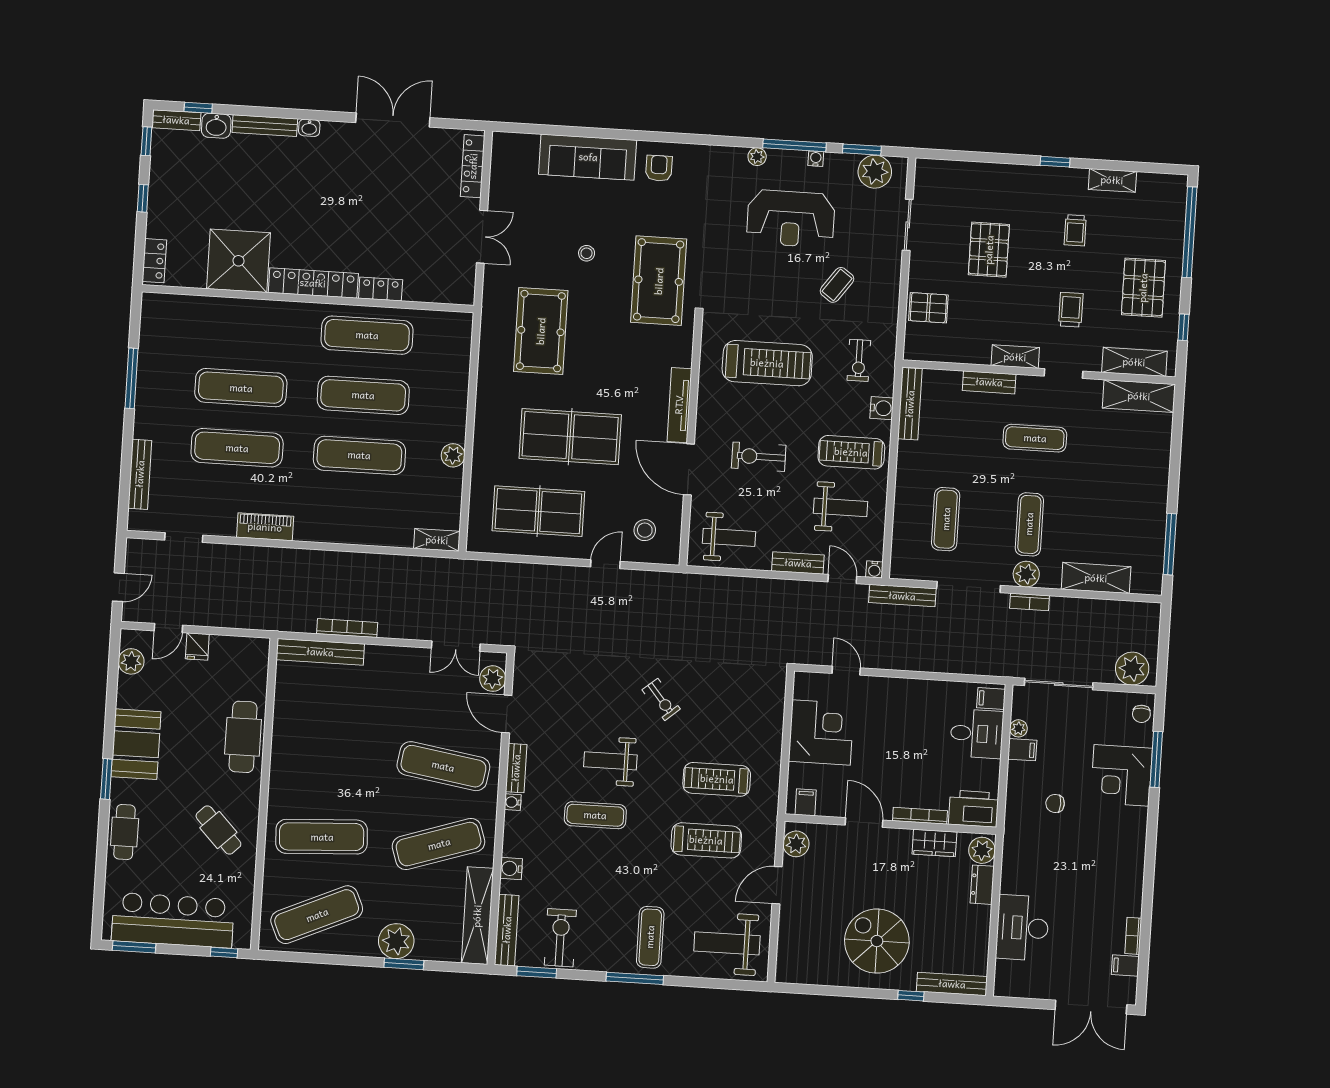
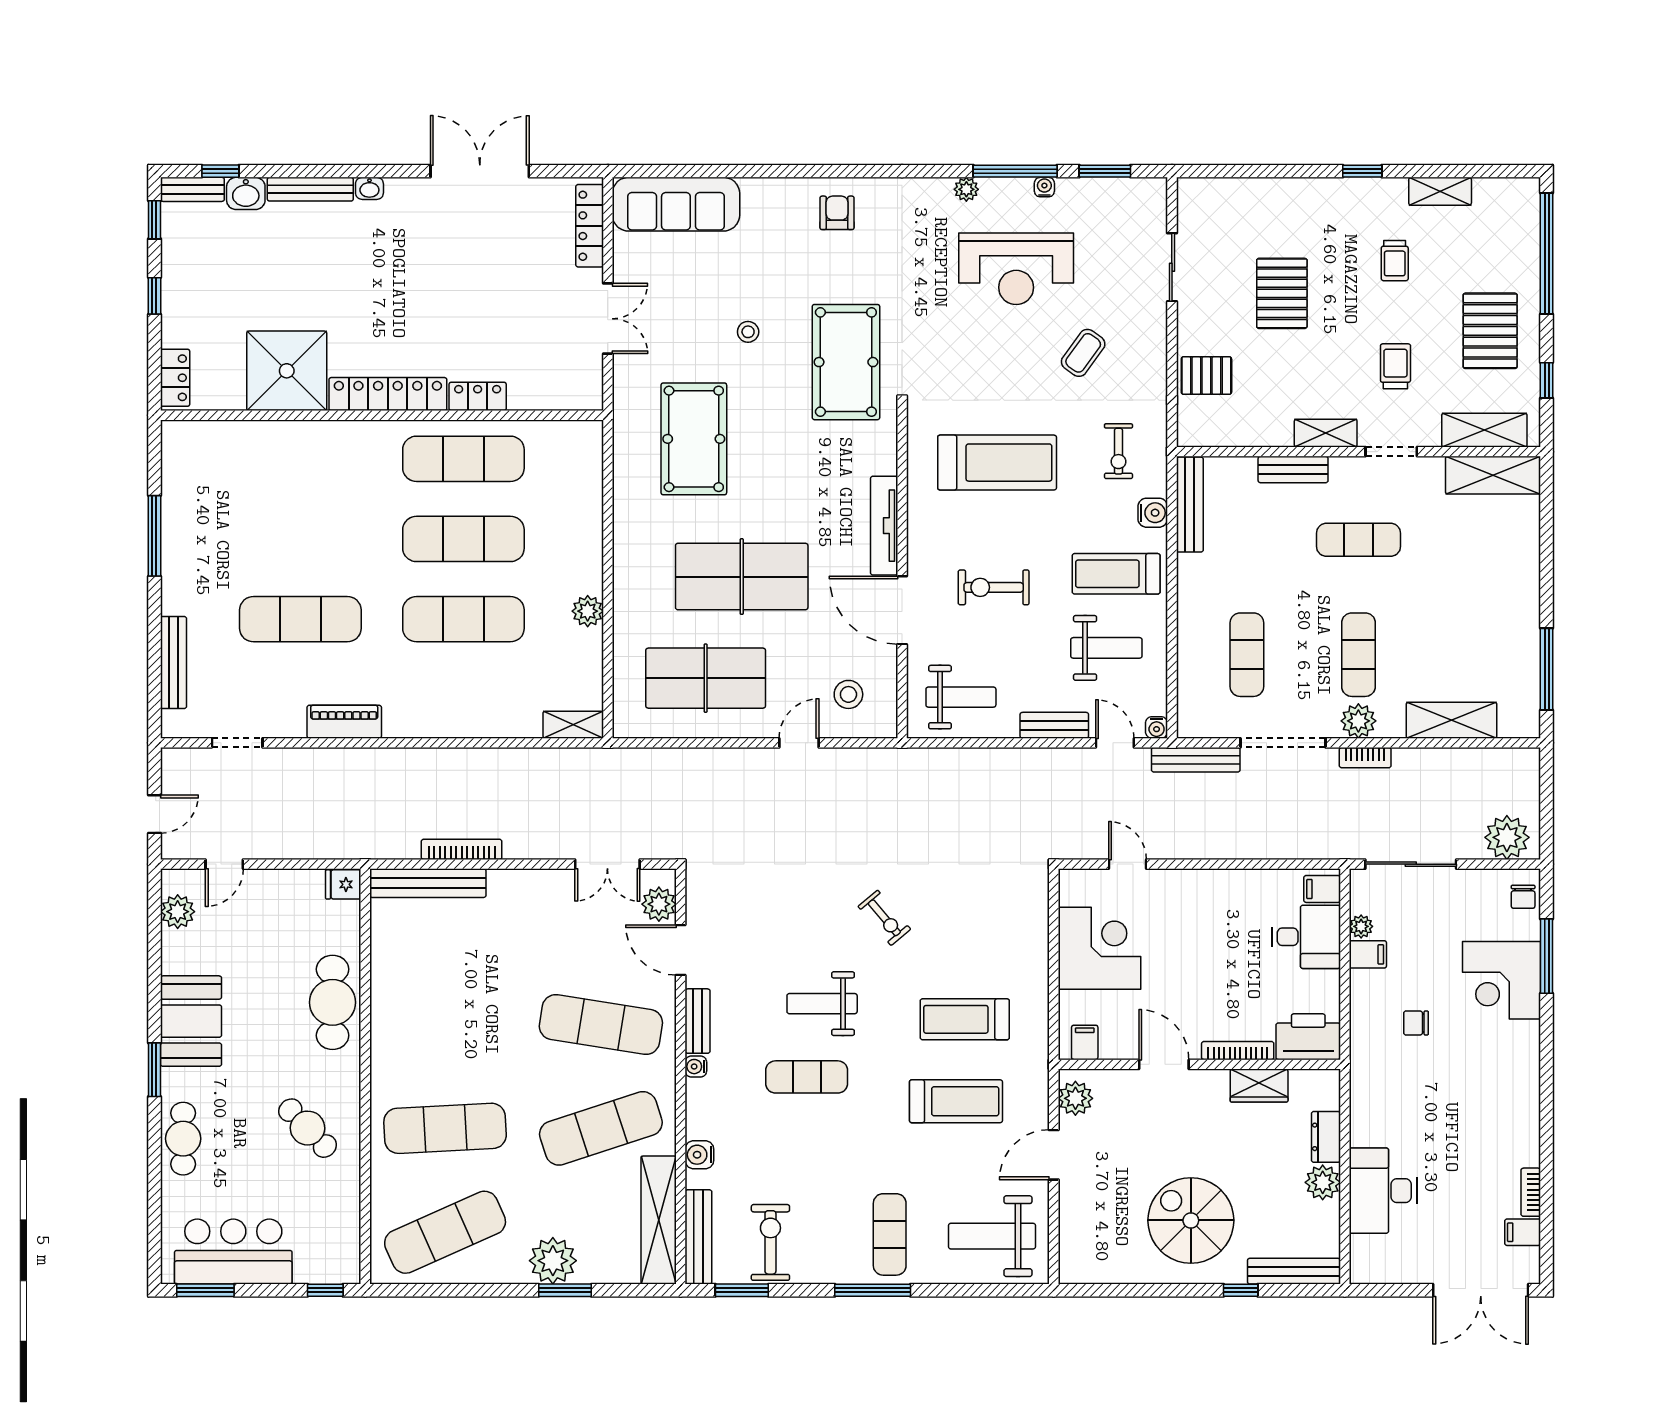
sofa: (588, 157) -> (676, 204), moved
plant: (875, 172) -> (1124, 199), removed
exercise mat: (241, 388) -> (300, 539), removed
fridge: (197, 647) -> (343, 884), moved, turned 90
plant: (982, 850) -> (1323, 1182), moved
bar counter: (173, 920) -> (233, 1252), width x0.73

